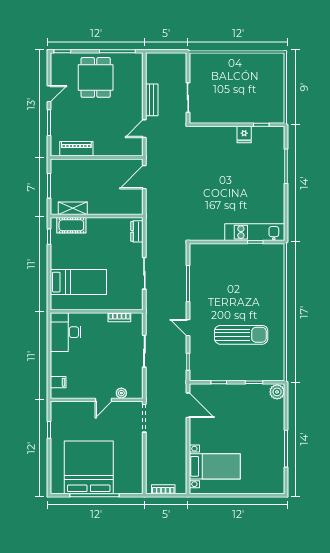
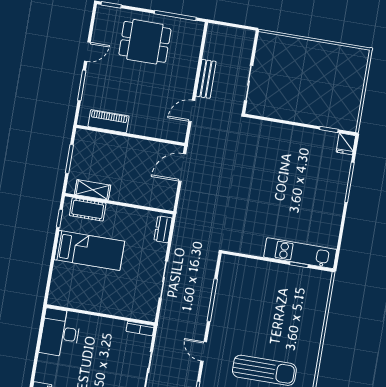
dining table: (96, 77) -> (145, 42), turned 90
fridge: (244, 135) -> (346, 144), moved
bed: (78, 282) -> (89, 250), moved
bookcase: (119, 317) -> (140, 328), moved

